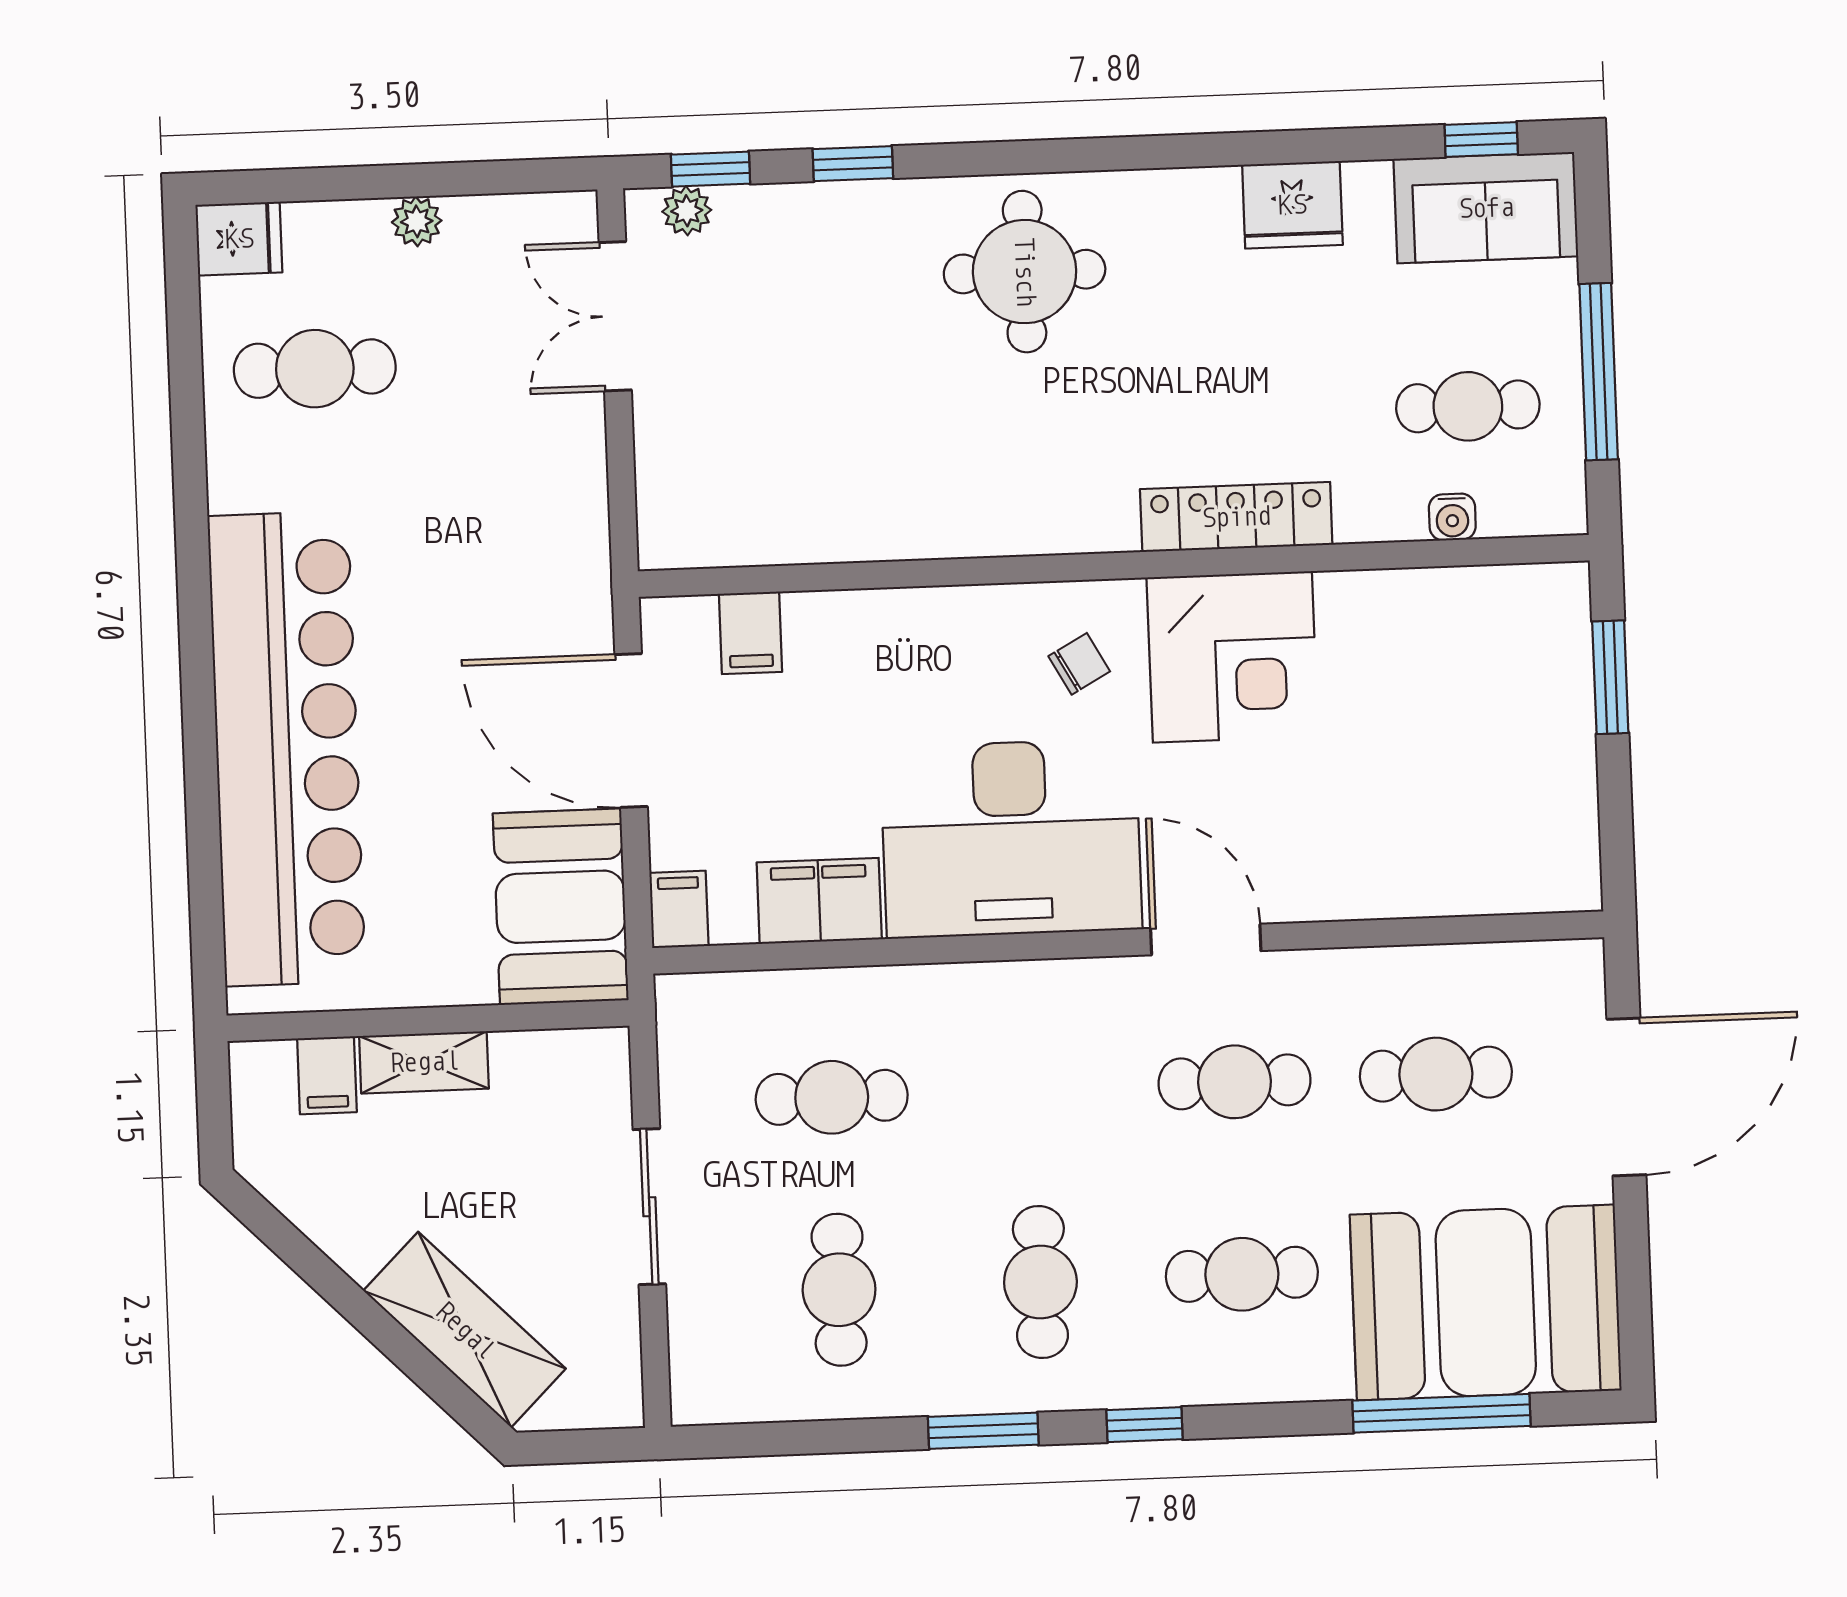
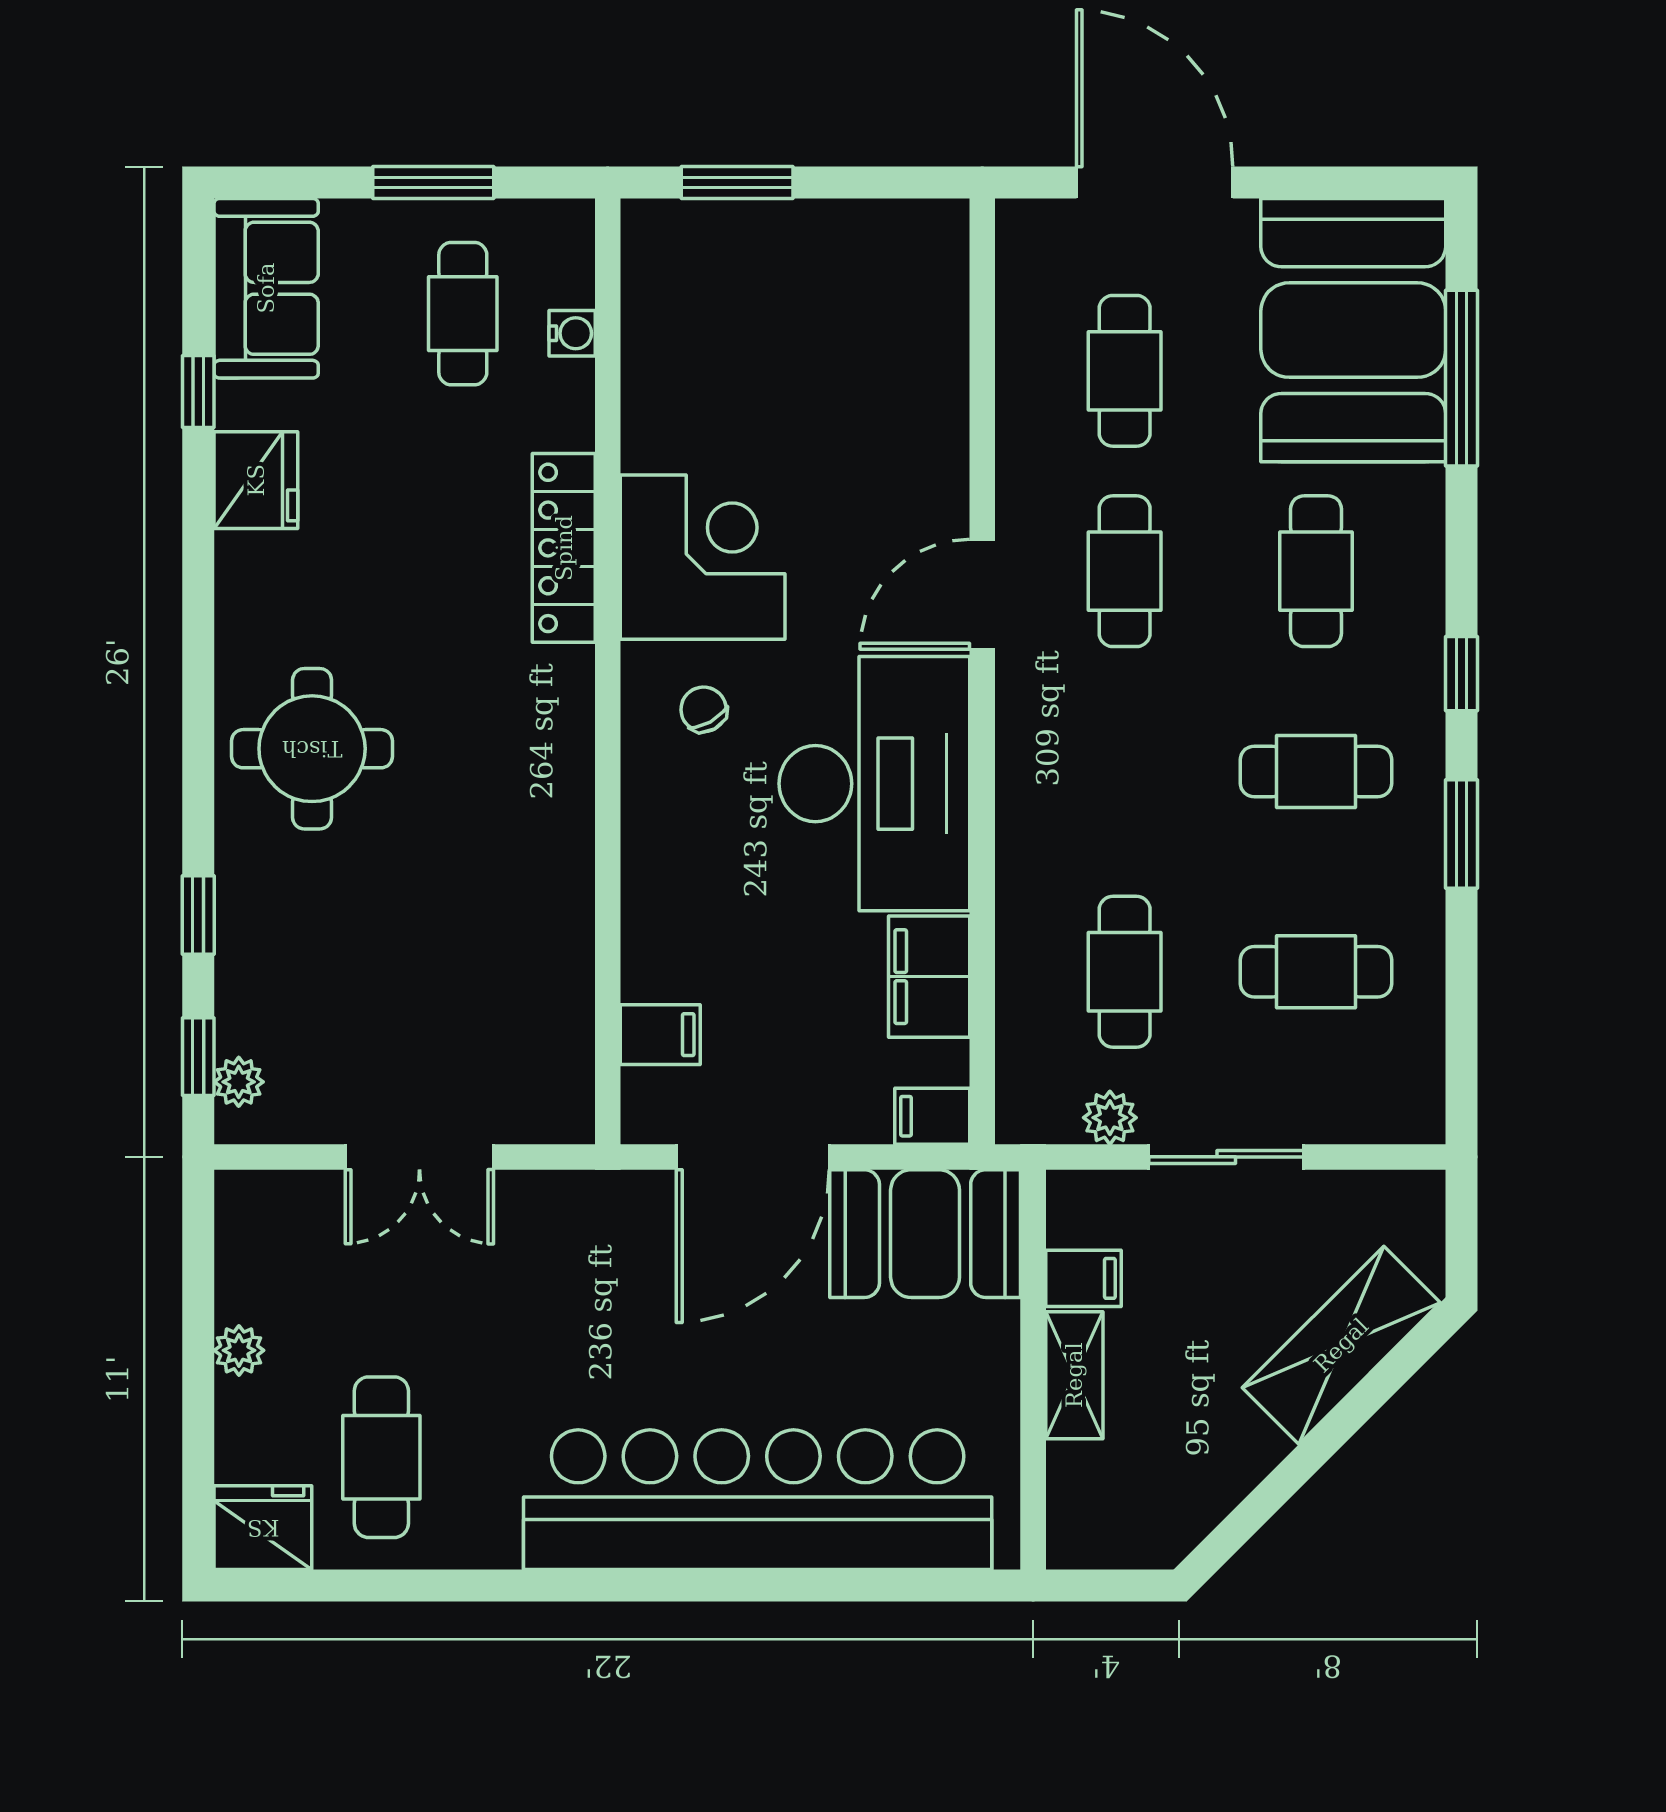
window: (1481, 139) -> (198, 392), moved
fridge: (239, 239) -> (263, 1528), width x1.38
double door: (615, 316) -> (419, 1157), moved
window: (1599, 372) -> (433, 182), width x0.69
filing cabinet: (327, 1075) -> (1083, 1278), moved
plant: (684, 1088) -> (1110, 1118), added

